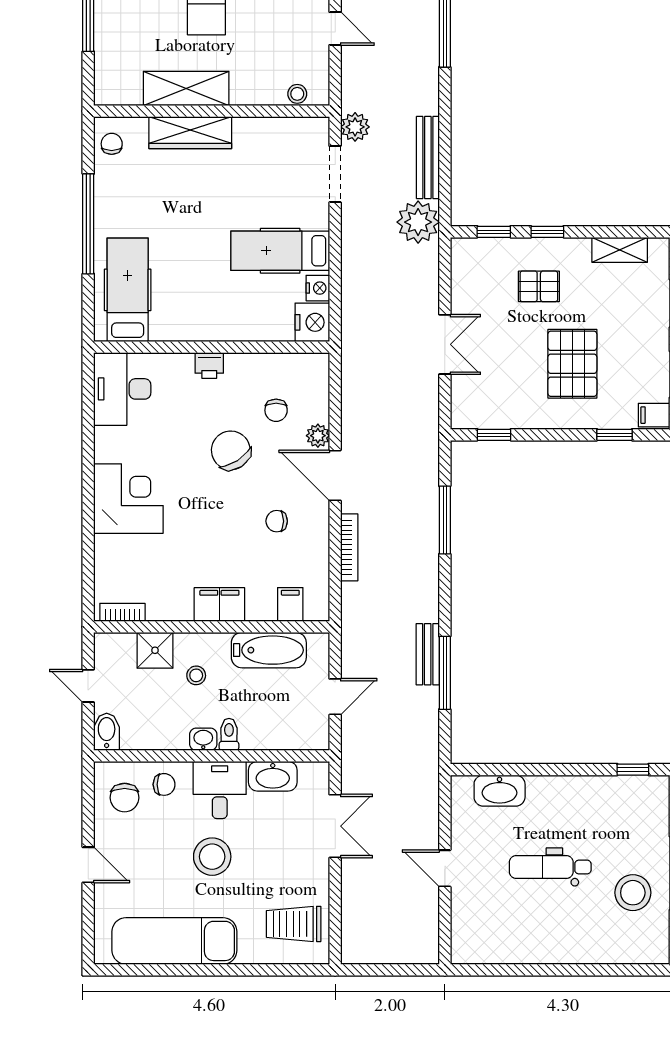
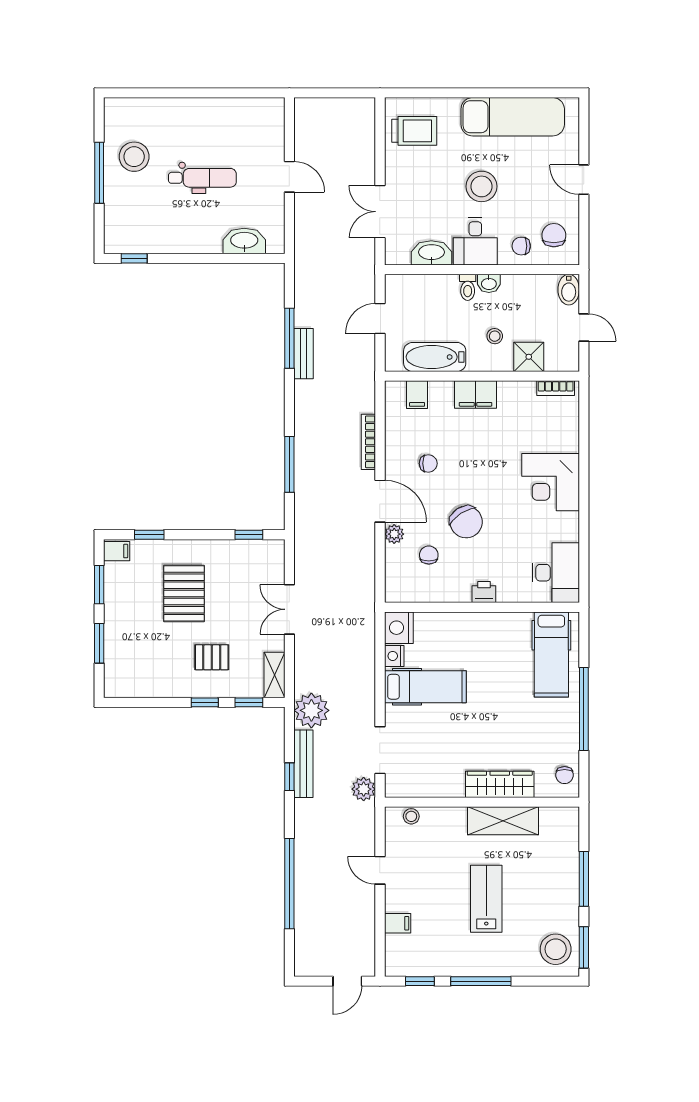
window: (445, 142) -> (289, 777), added
shelving: (620, 250) -> (275, 675), moved, turned 90

